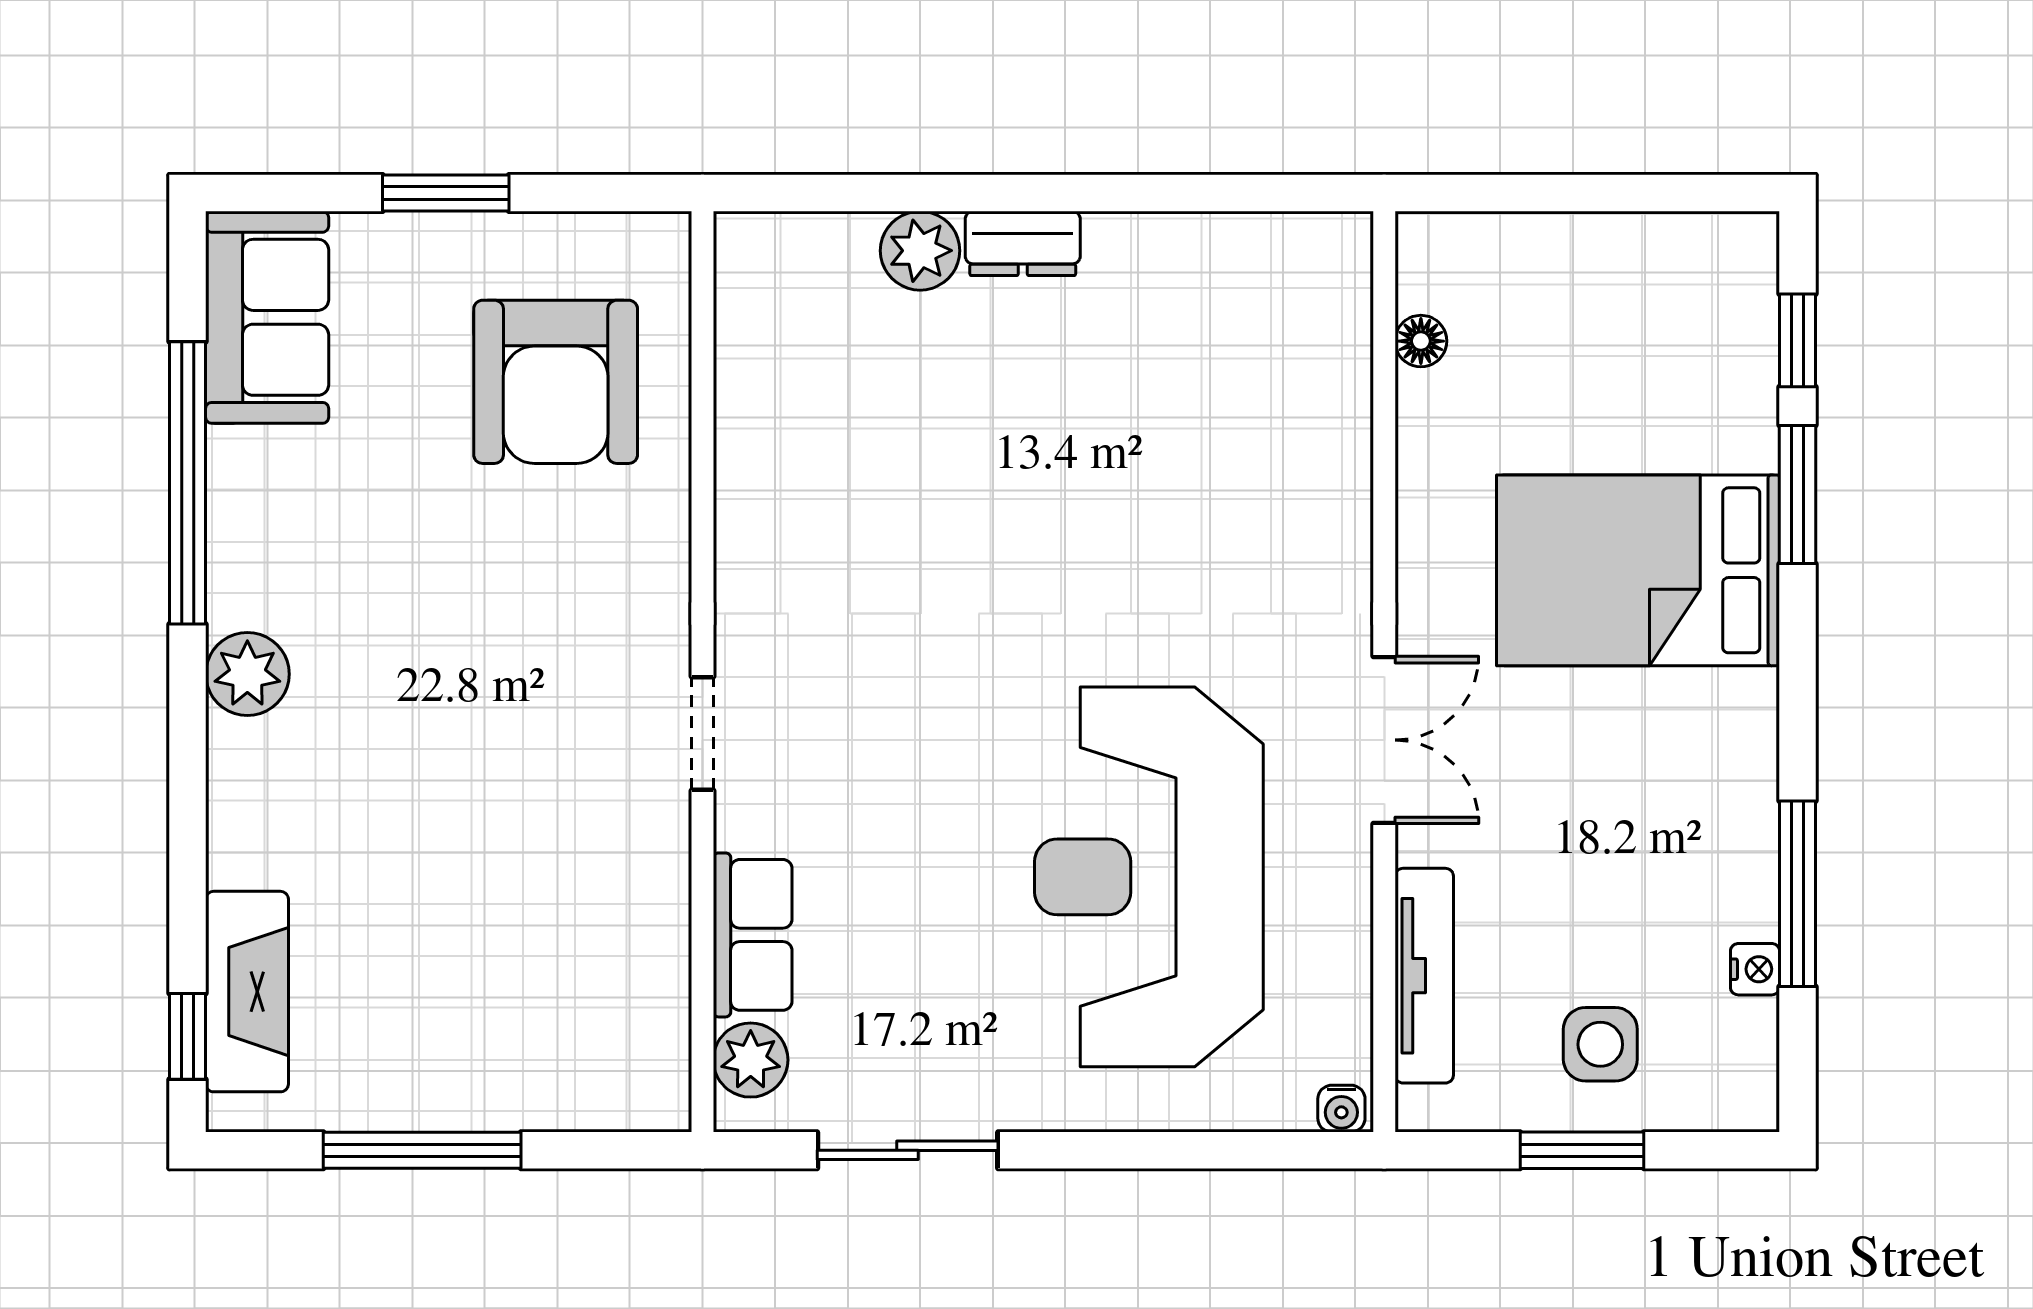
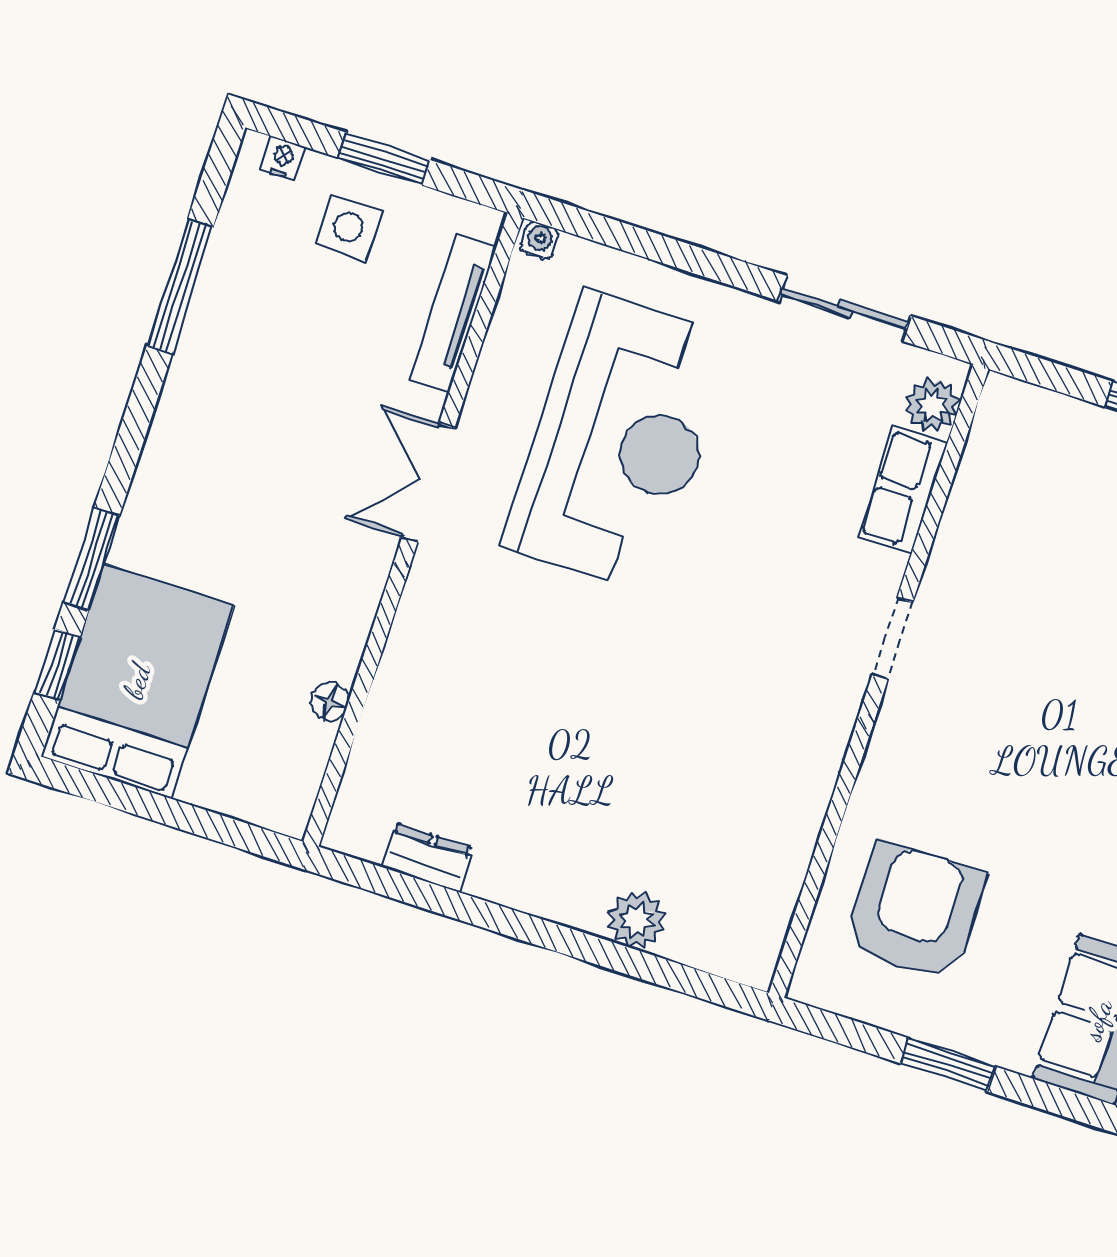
dresser: (1023, 243) -> (427, 858), moved
floor lamp: (1421, 341) -> (330, 702), moved
bed: (1638, 570) -> (137, 681), moved, turned -90
nightstand: (1755, 969) -> (283, 158), moved, turned 90

